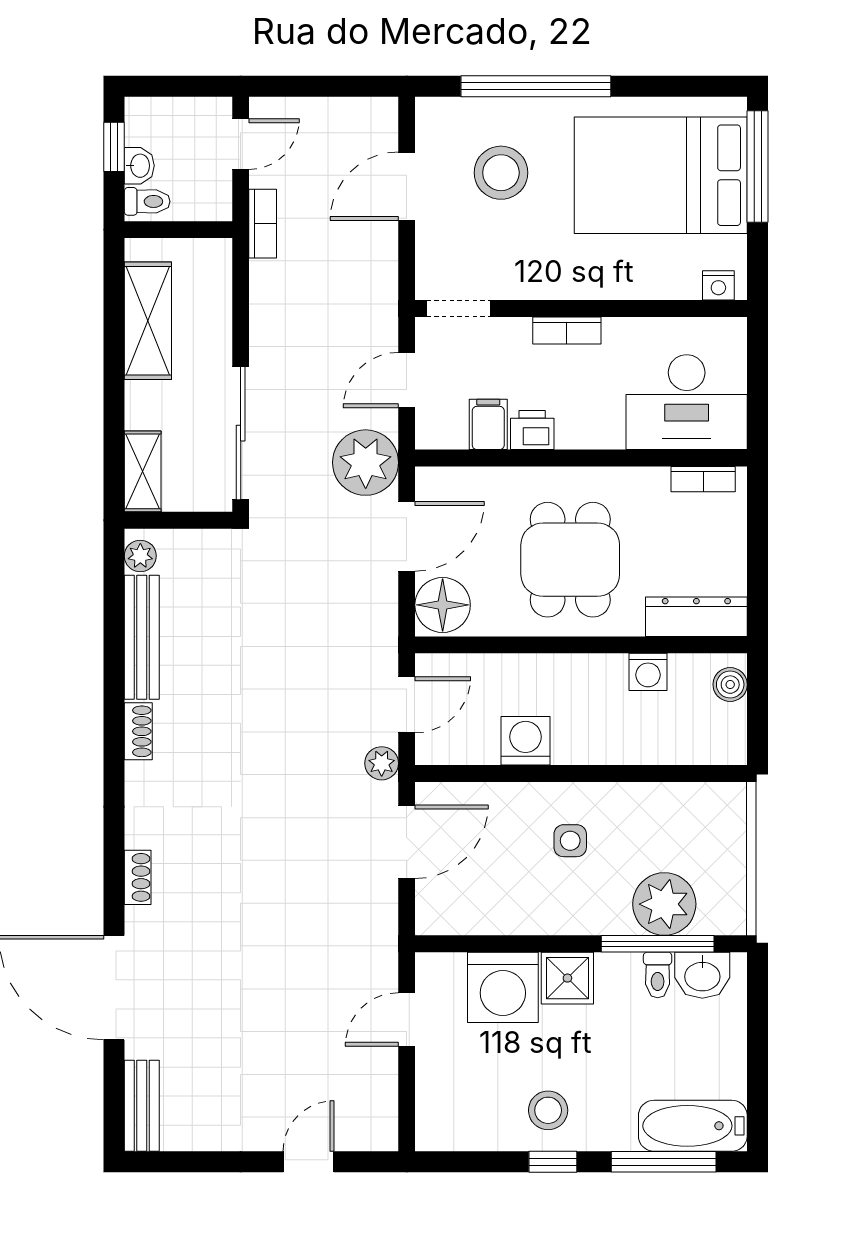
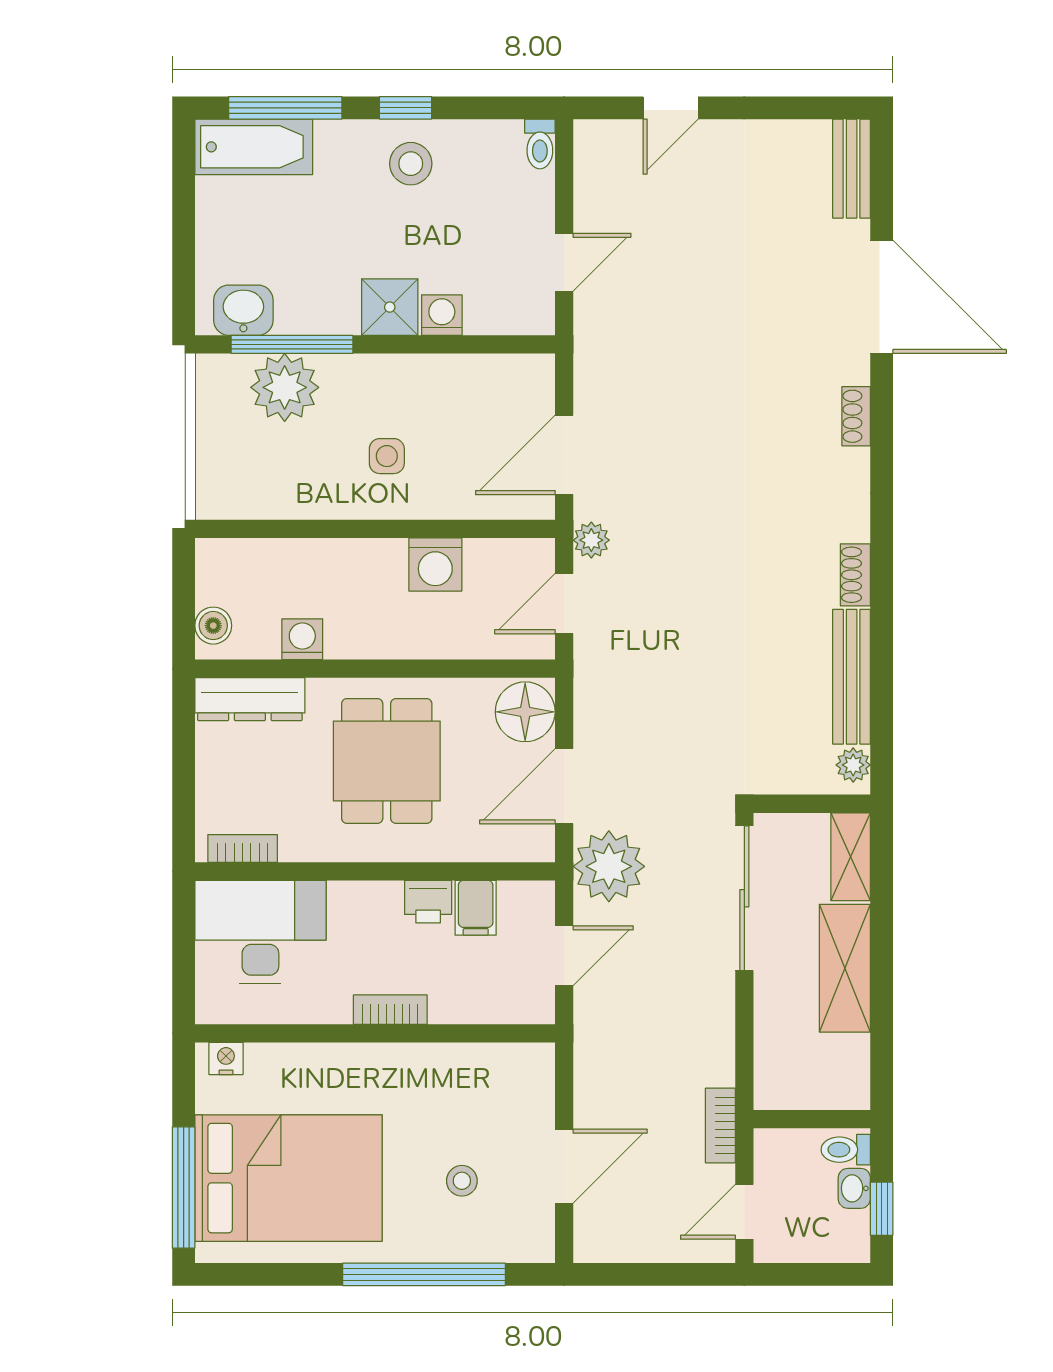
stool: (501, 173) -> (462, 1181), width x0.53, depth x0.53
doorway: (458, 308) -> (508, 1033), removed
shelving: (148, 321) -> (845, 968), moved
toilet: (658, 975) -> (540, 144), moved, turned 180
washing machine: (503, 987) -> (442, 315), width x0.53, depth x0.53

